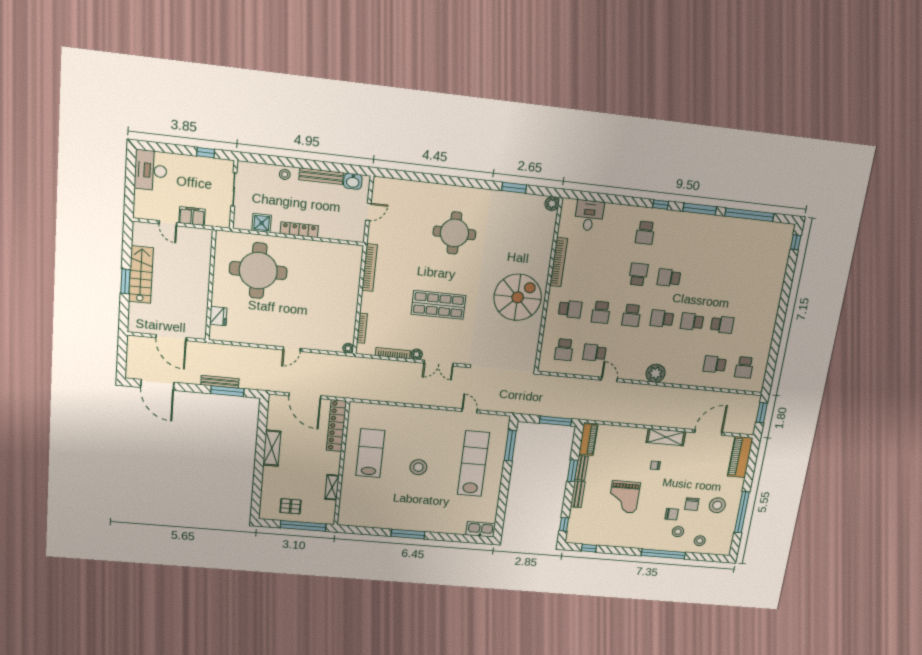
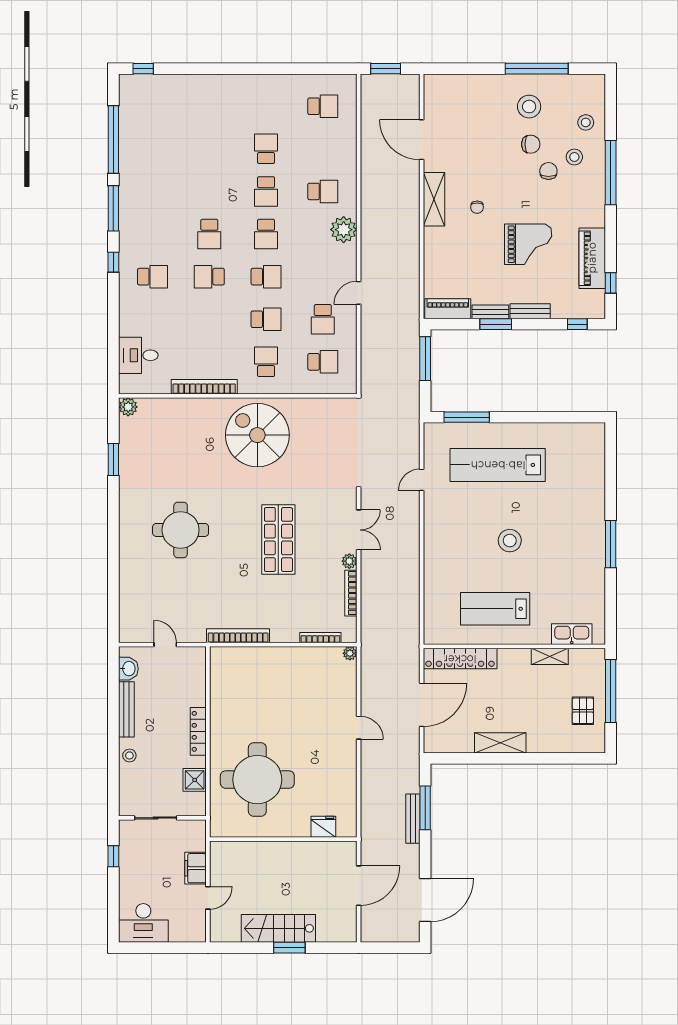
school desk: (715, 364) -> (323, 191), moved, turned -90
piano: (740, 457) -> (592, 258), moved, turned 90
kitchen sink: (481, 529) -> (572, 634), moved, turned 90

